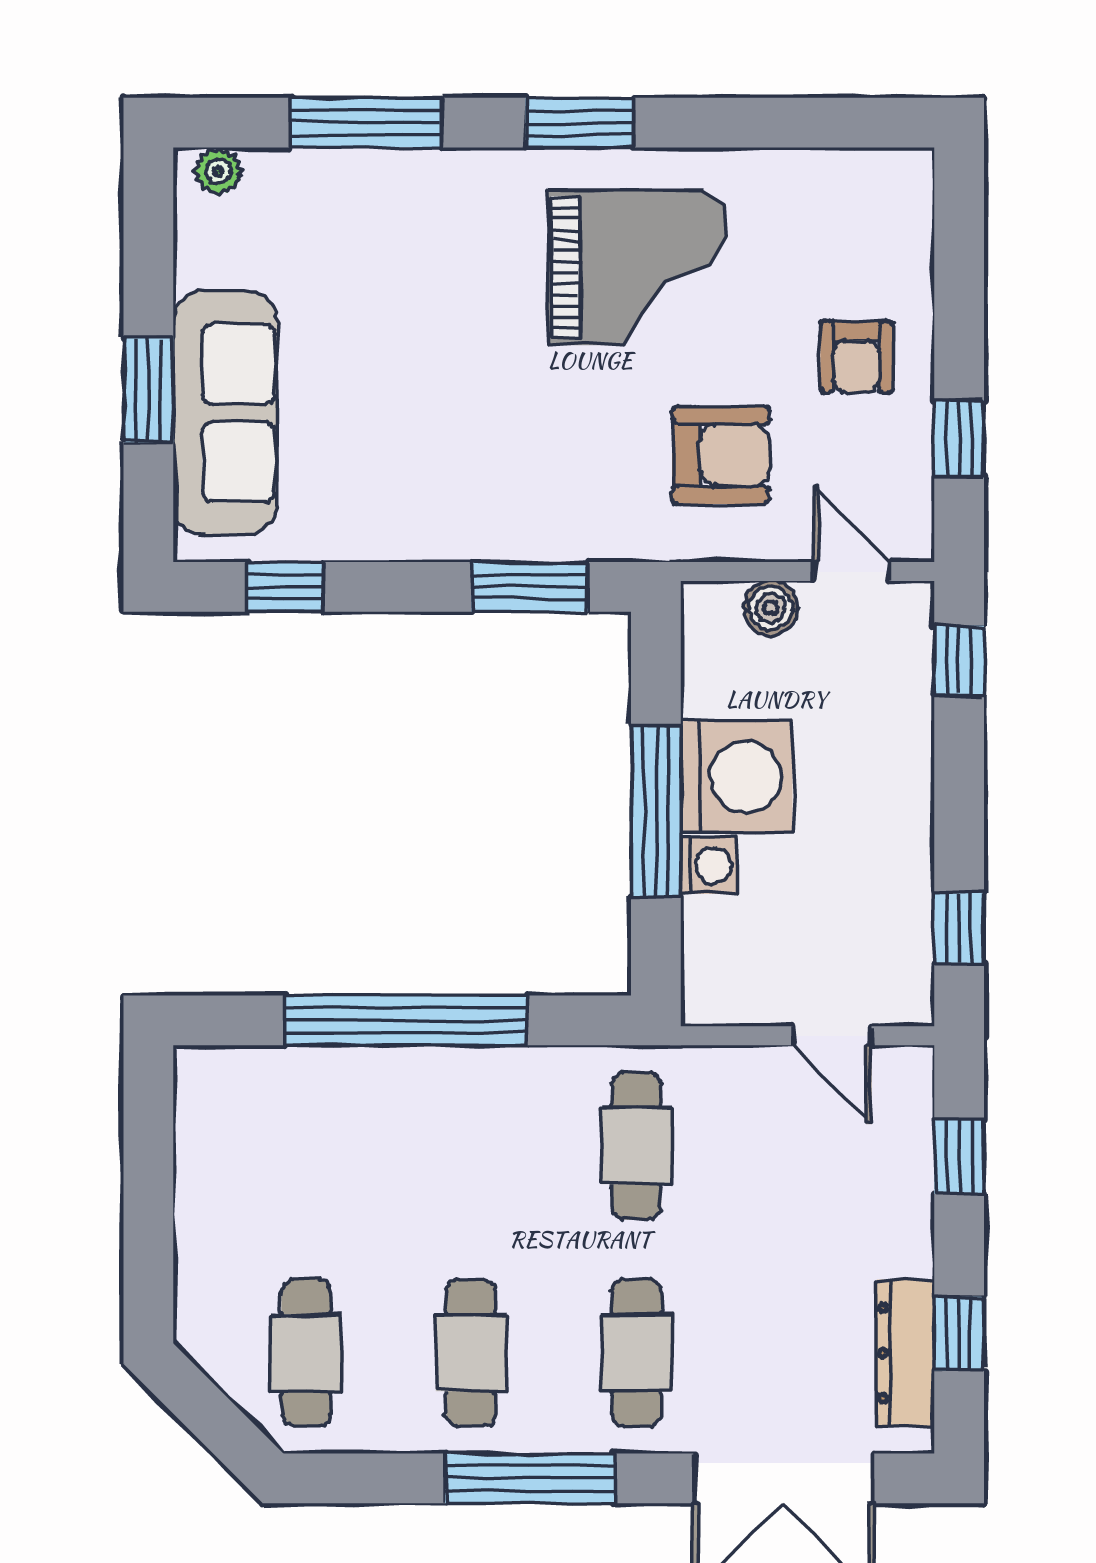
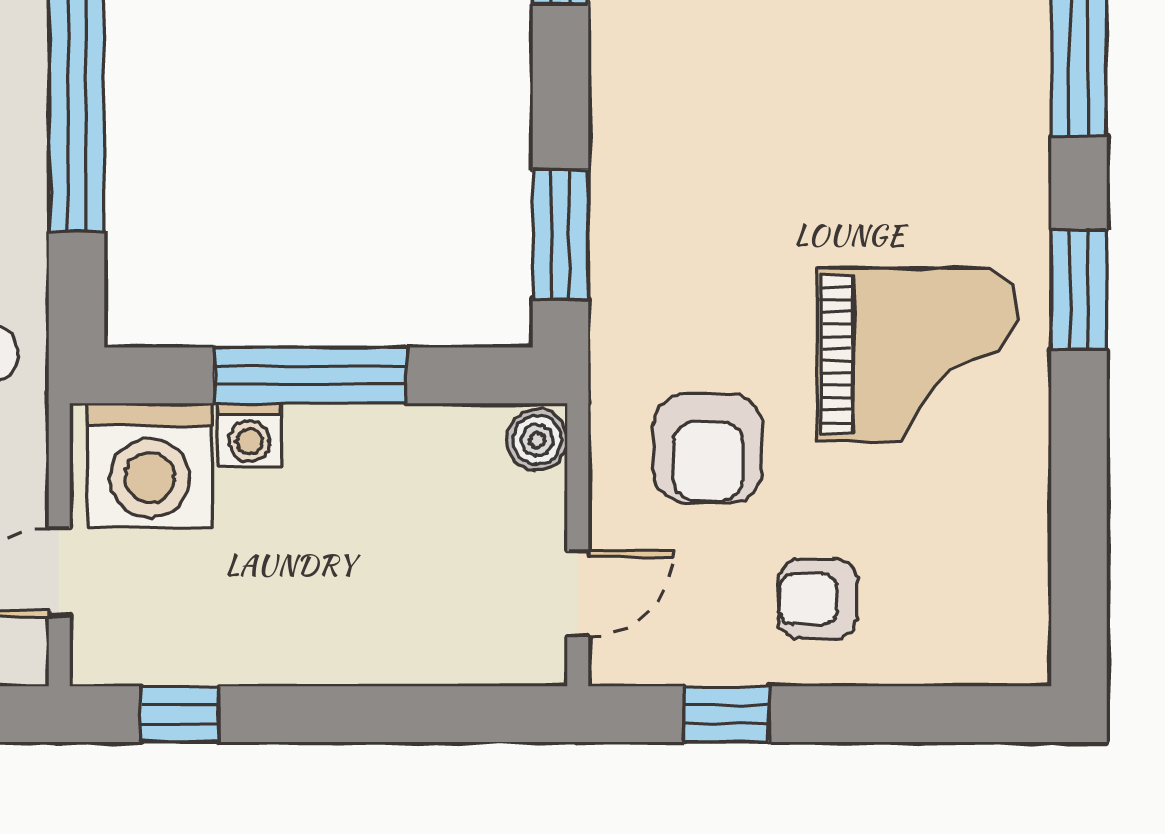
grand piano: (638, 268) -> (917, 355), turned -90
boiler: (771, 608) -> (537, 440), moved
window: (959, 660) -> (478, 714), removed
washing machine: (737, 776) -> (150, 465), moved

